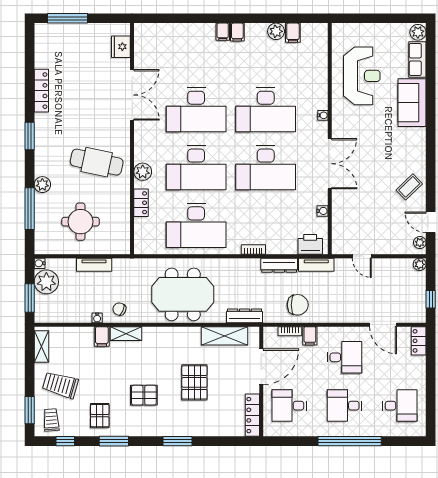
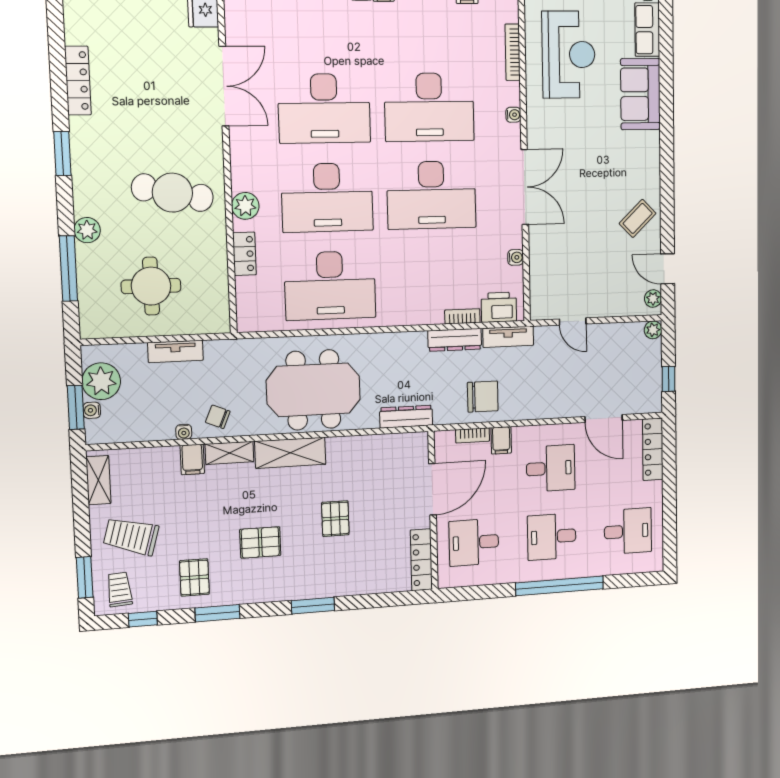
bookcase: (323, 74) -> (513, 52), added
bookcase: (253, 249) -> (462, 316), moved
water cooler: (40, 263) -> (92, 410), moved
shelving: (225, 336) -> (290, 453), moved
locker: (419, 341) -> (653, 449), width x1.53
pallet: (194, 382) -> (335, 519), width x0.67, depth x0.71

